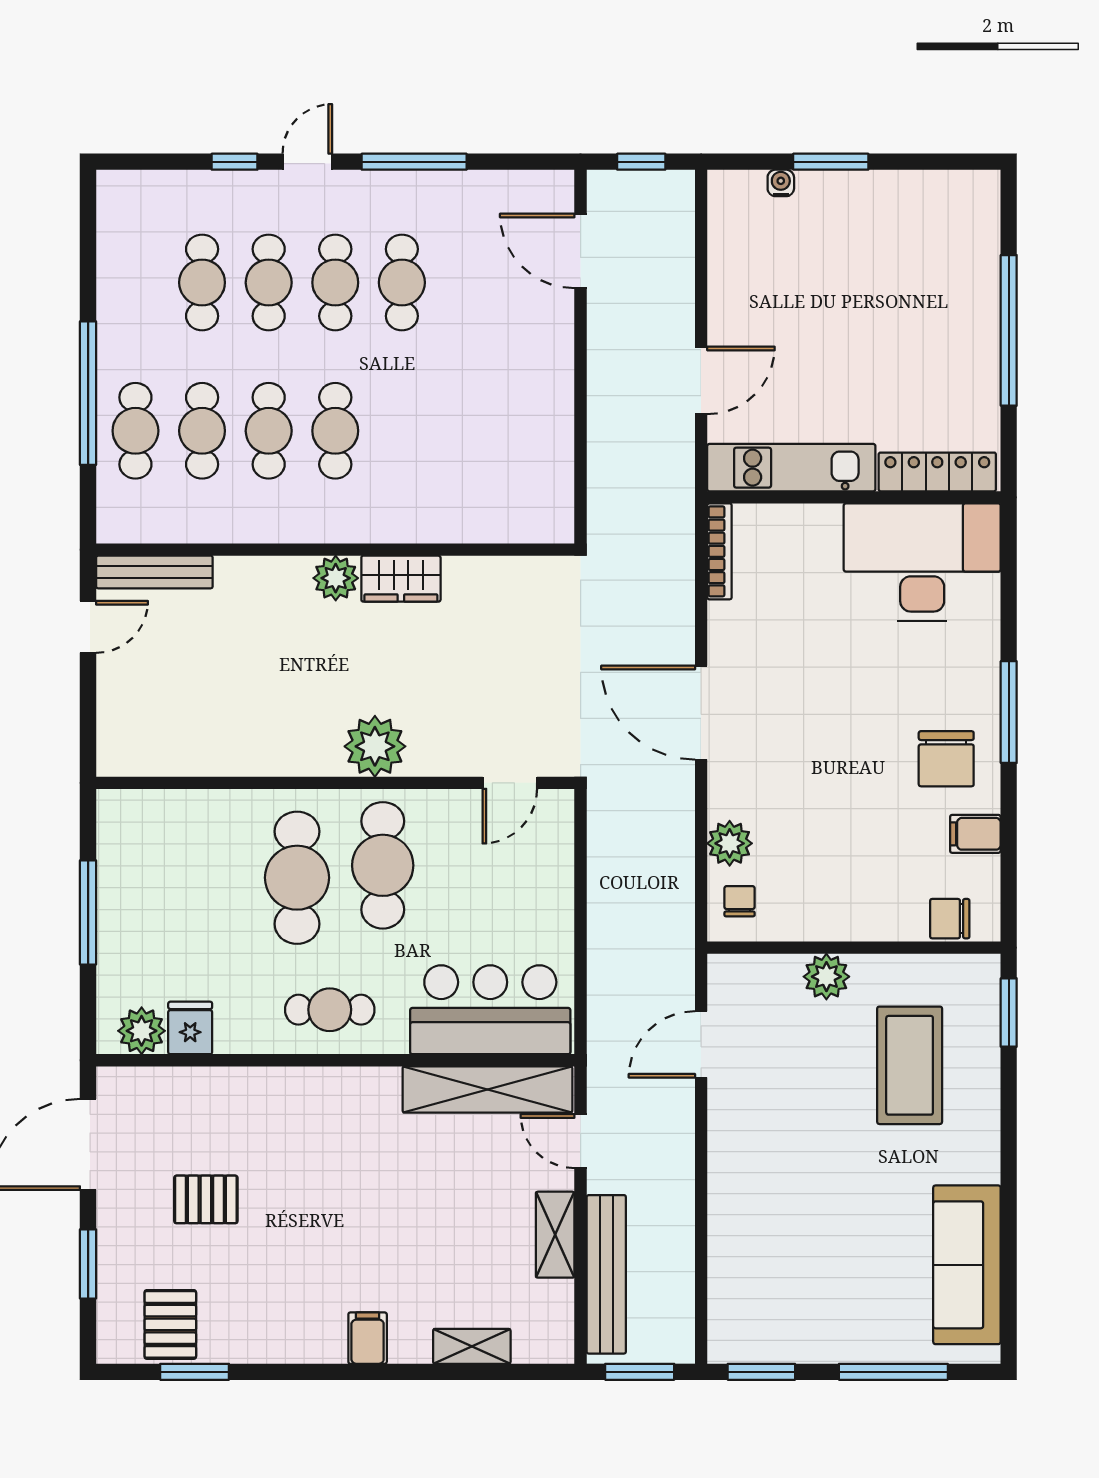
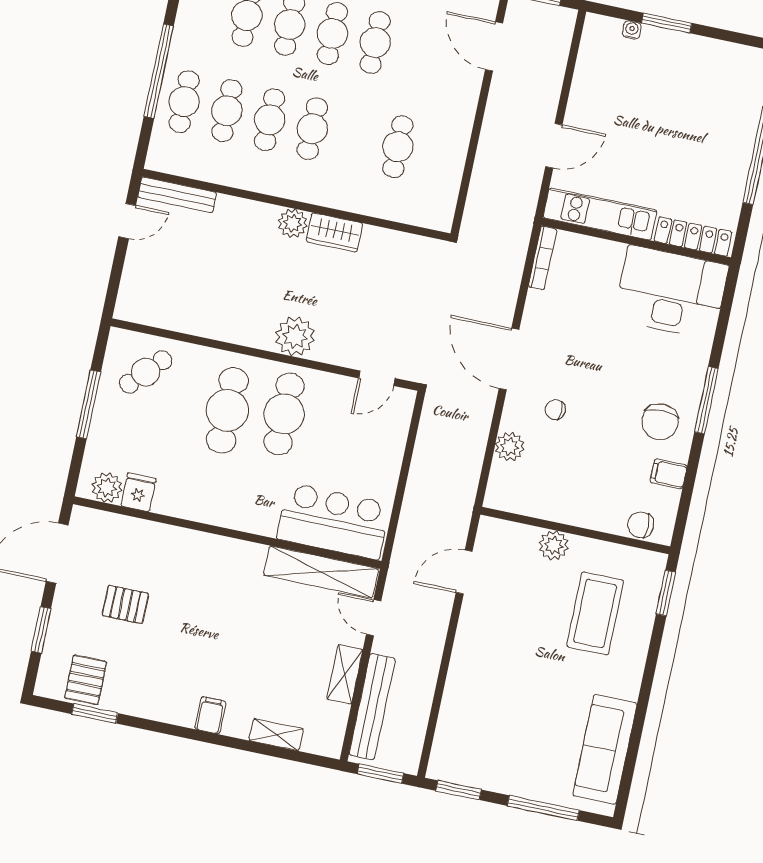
cafe table: (468, 431) -> (398, 147), added
chair: (740, 901) -> (555, 410), moved, turned -88
cafe table: (330, 1010) -> (146, 372), moved, turned -47

